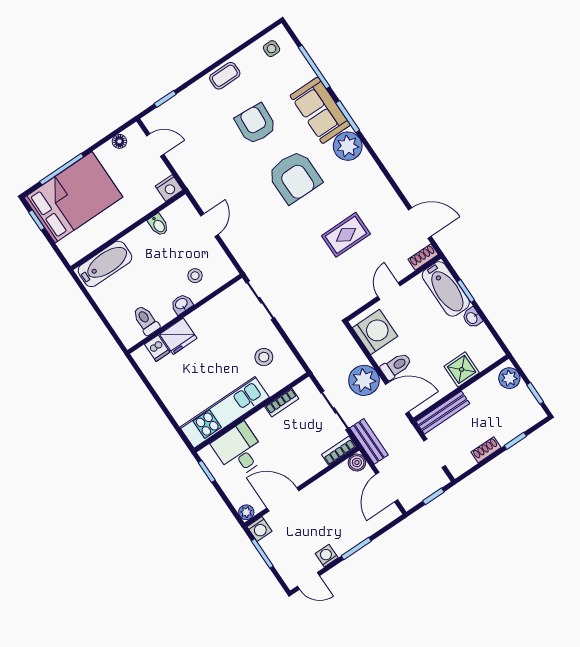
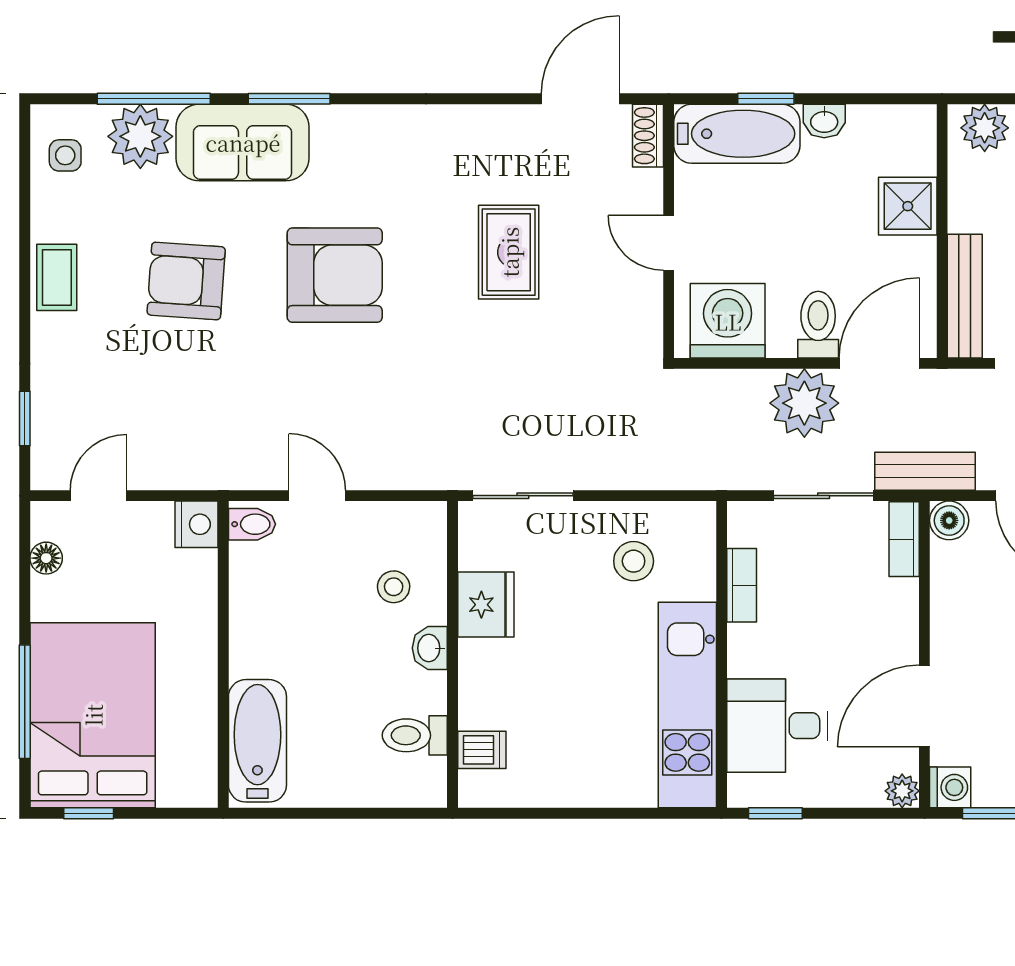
plant: (348, 146) -> (140, 136), moved
bidet: (158, 225) -> (252, 524), moved
fridge: (178, 336) -> (486, 605), moved

